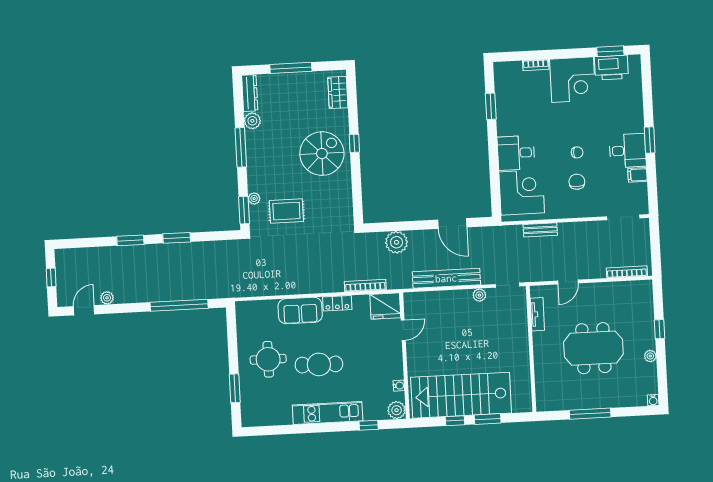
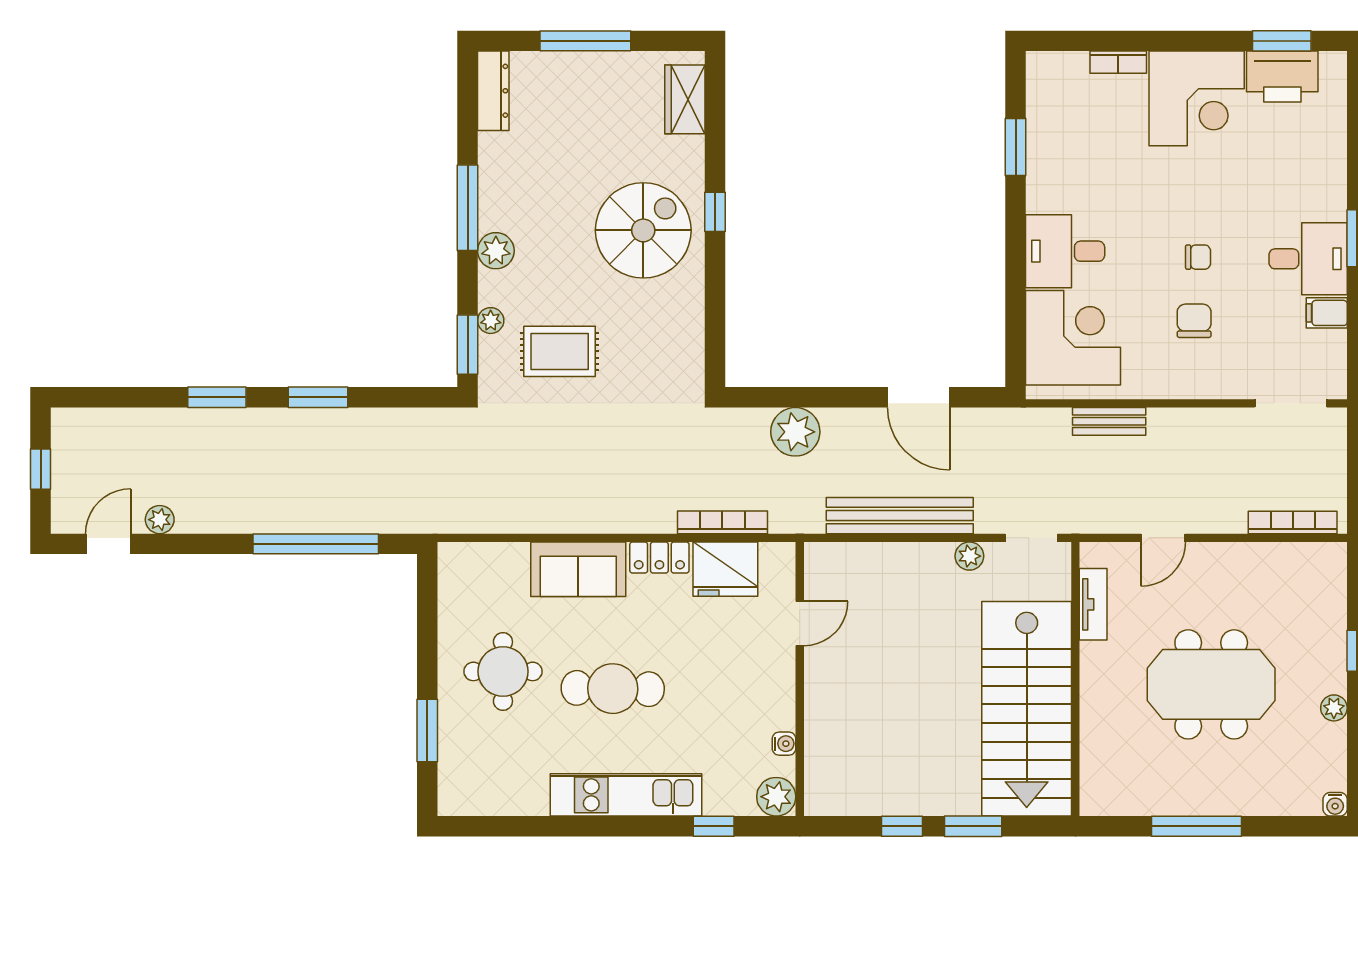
plant: (252, 121) -> (496, 251), moved
fridge: (385, 306) -> (725, 569), moved
stairs: (461, 395) -> (1027, 709), moved, turned -90

